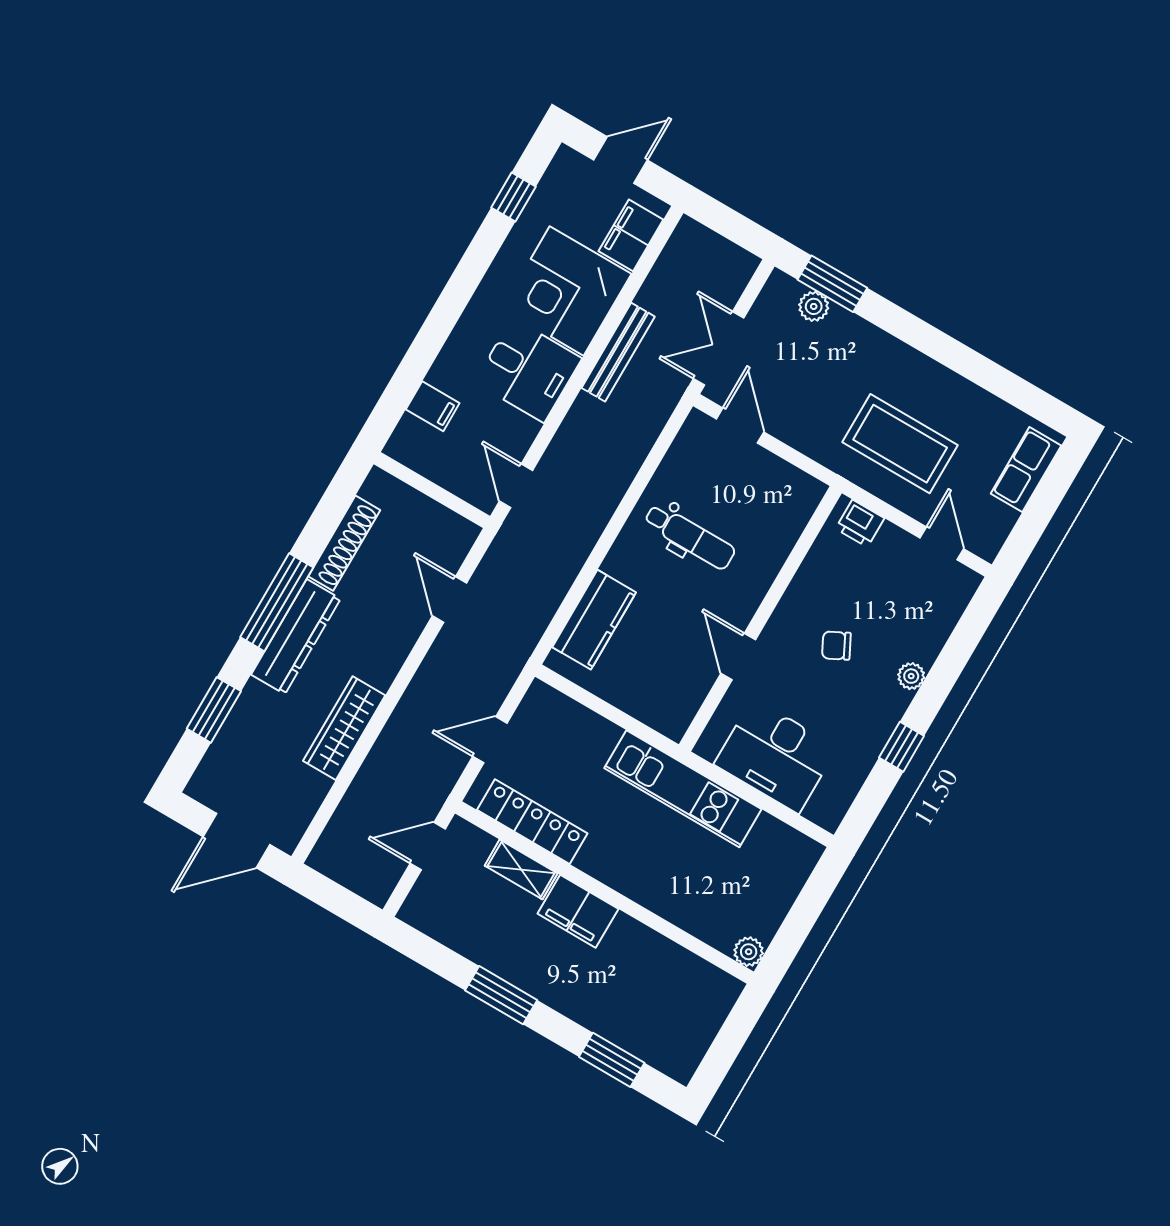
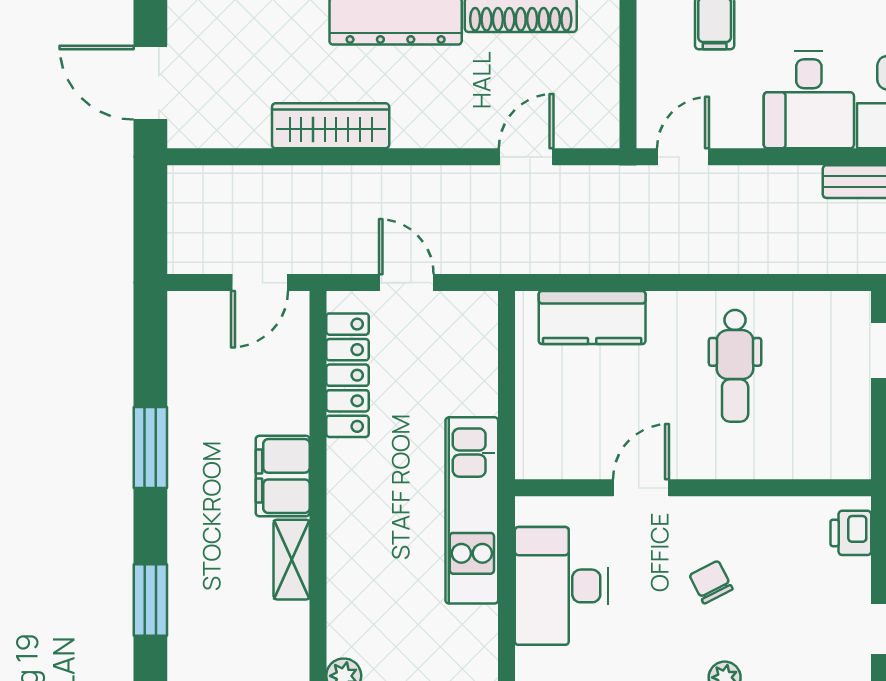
door: (428, 846) -> (260, 283), swing flipped
shelving: (521, 869) -> (292, 560), moved

